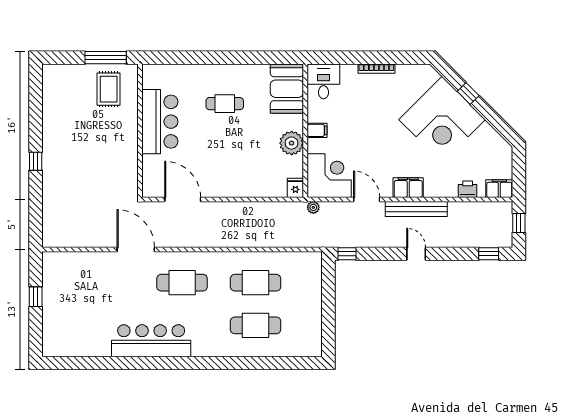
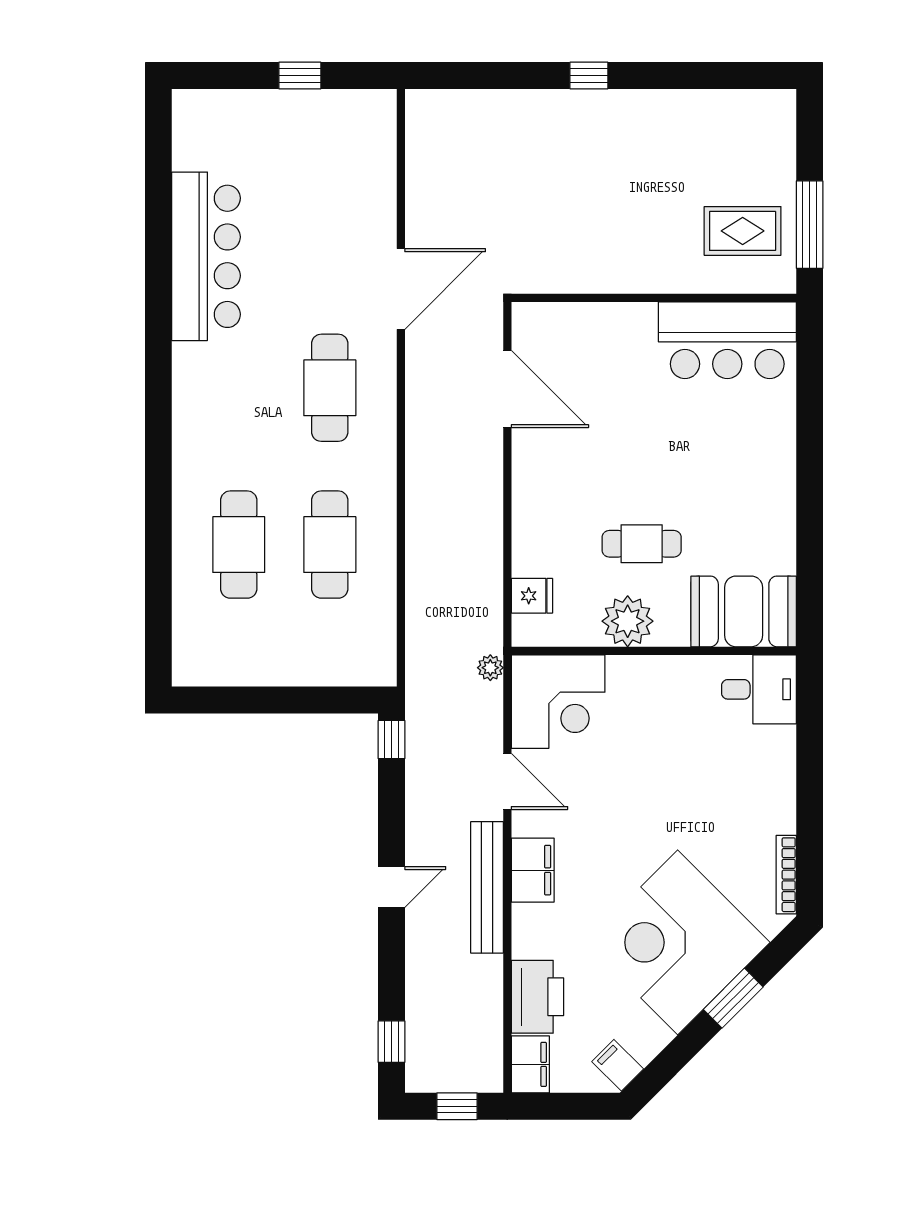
bookcase: (376, 69) -> (786, 875), moved
window: (468, 93) -> (733, 998), width x1.50
cafe table: (225, 104) -> (642, 544), moved, turned 90
bar counter: (160, 122) -> (727, 340), moved
filing cabinet: (317, 130) -> (618, 1065), moved, turned 135
fridge: (295, 188) -> (532, 596), moved
printer: (468, 189) -> (537, 997), width x1.87, depth x1.48
door: (183, 199) -> (507, 389), hinge flipped
door: (367, 199) -> (507, 781), hinge flipped
bar counter: (151, 341) -> (206, 256), moved

